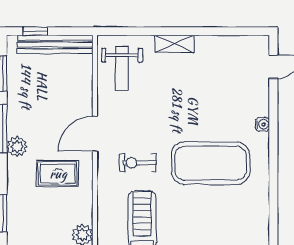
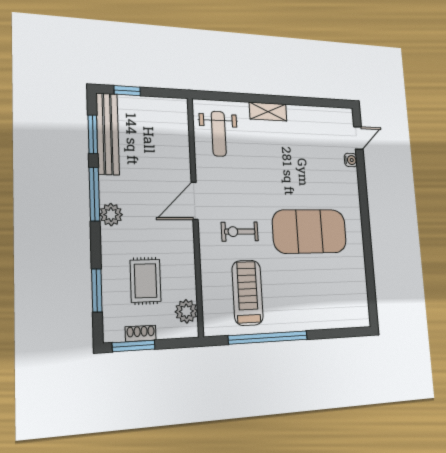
bench: (55, 45) -> (108, 134), moved, turned 90
water cooler: (262, 124) -> (351, 160), moved
rug: (58, 174) -> (146, 281), moved, turned 90

